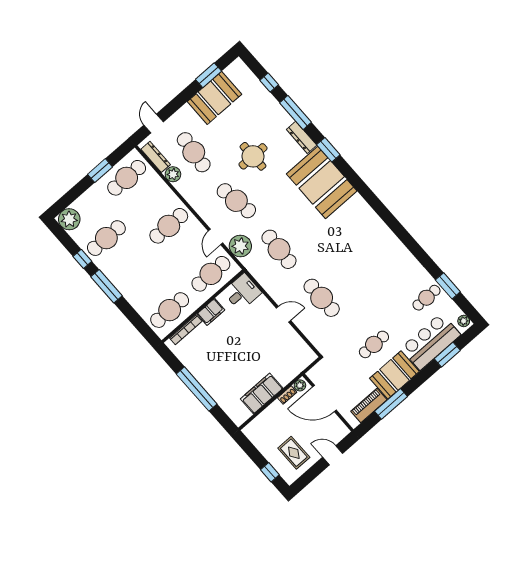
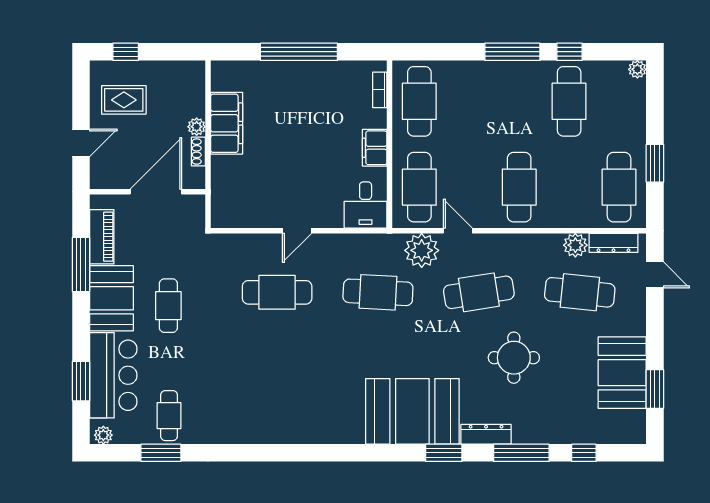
plant: (69, 219) -> (637, 69), width x0.53, depth x0.53
bookcase: (186, 330) -> (380, 90), width x0.64
plant: (300, 385) -> (197, 127), moved

